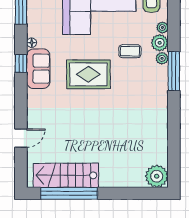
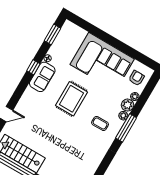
coffee table: (130, 51) -> (100, 123), moved
rug: (88, 74) -> (72, 99), turned 90

